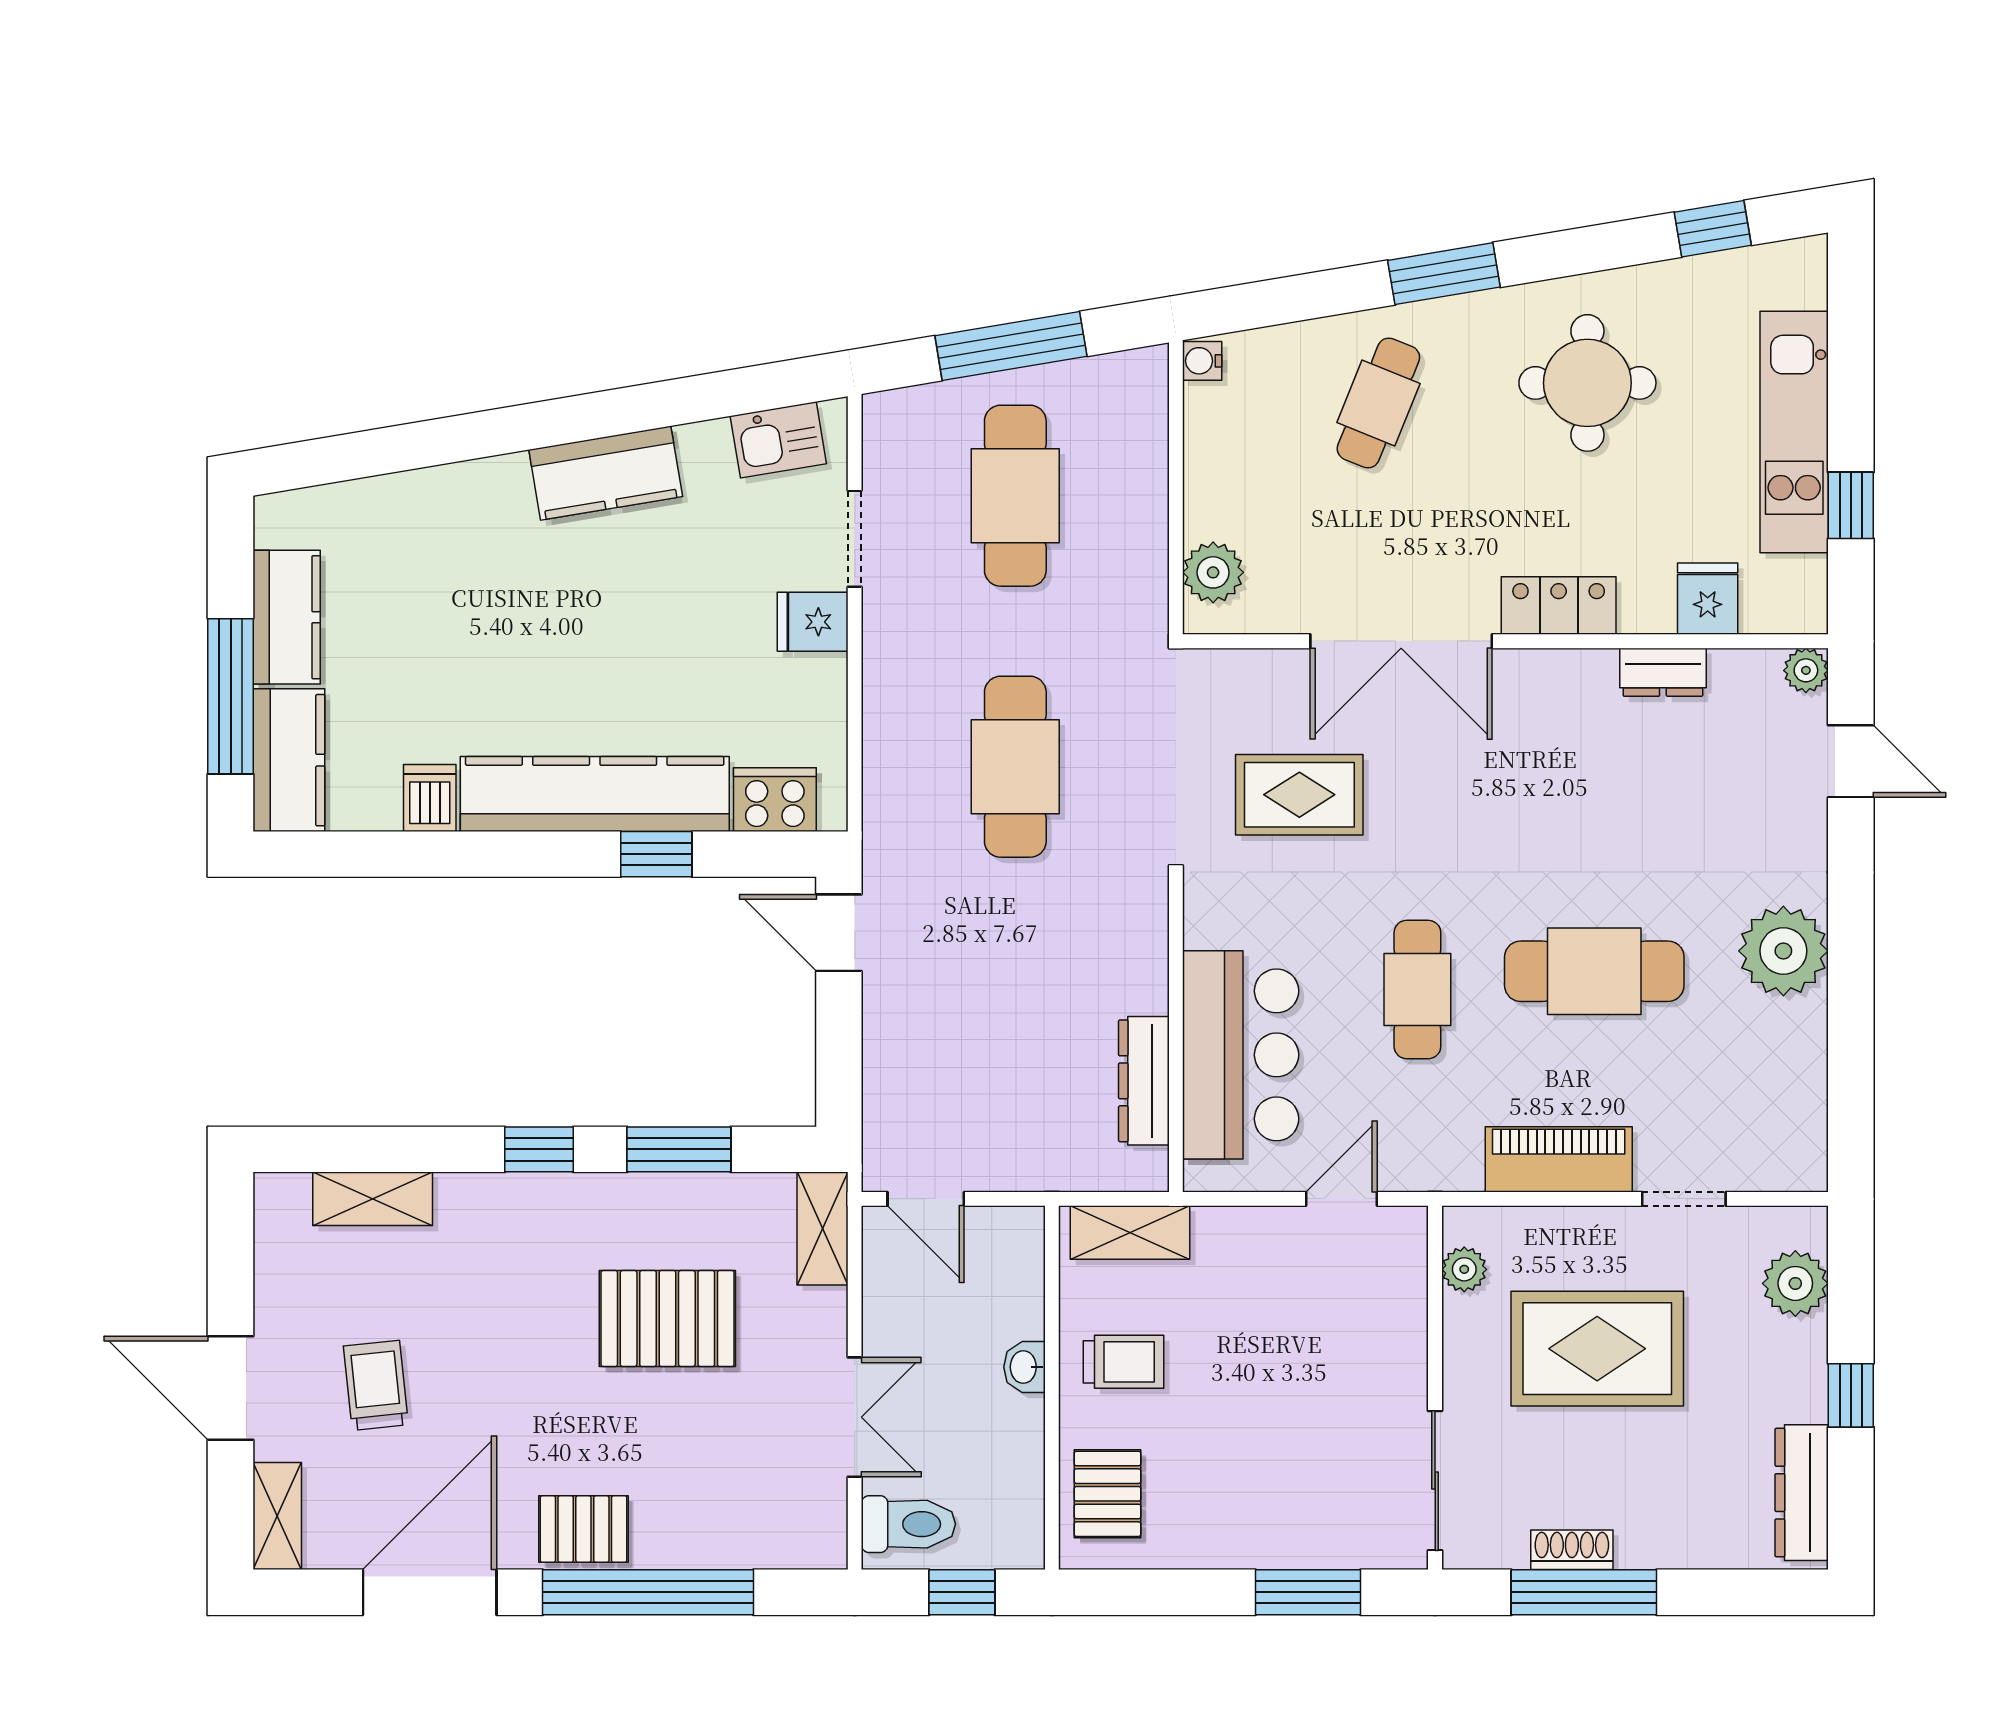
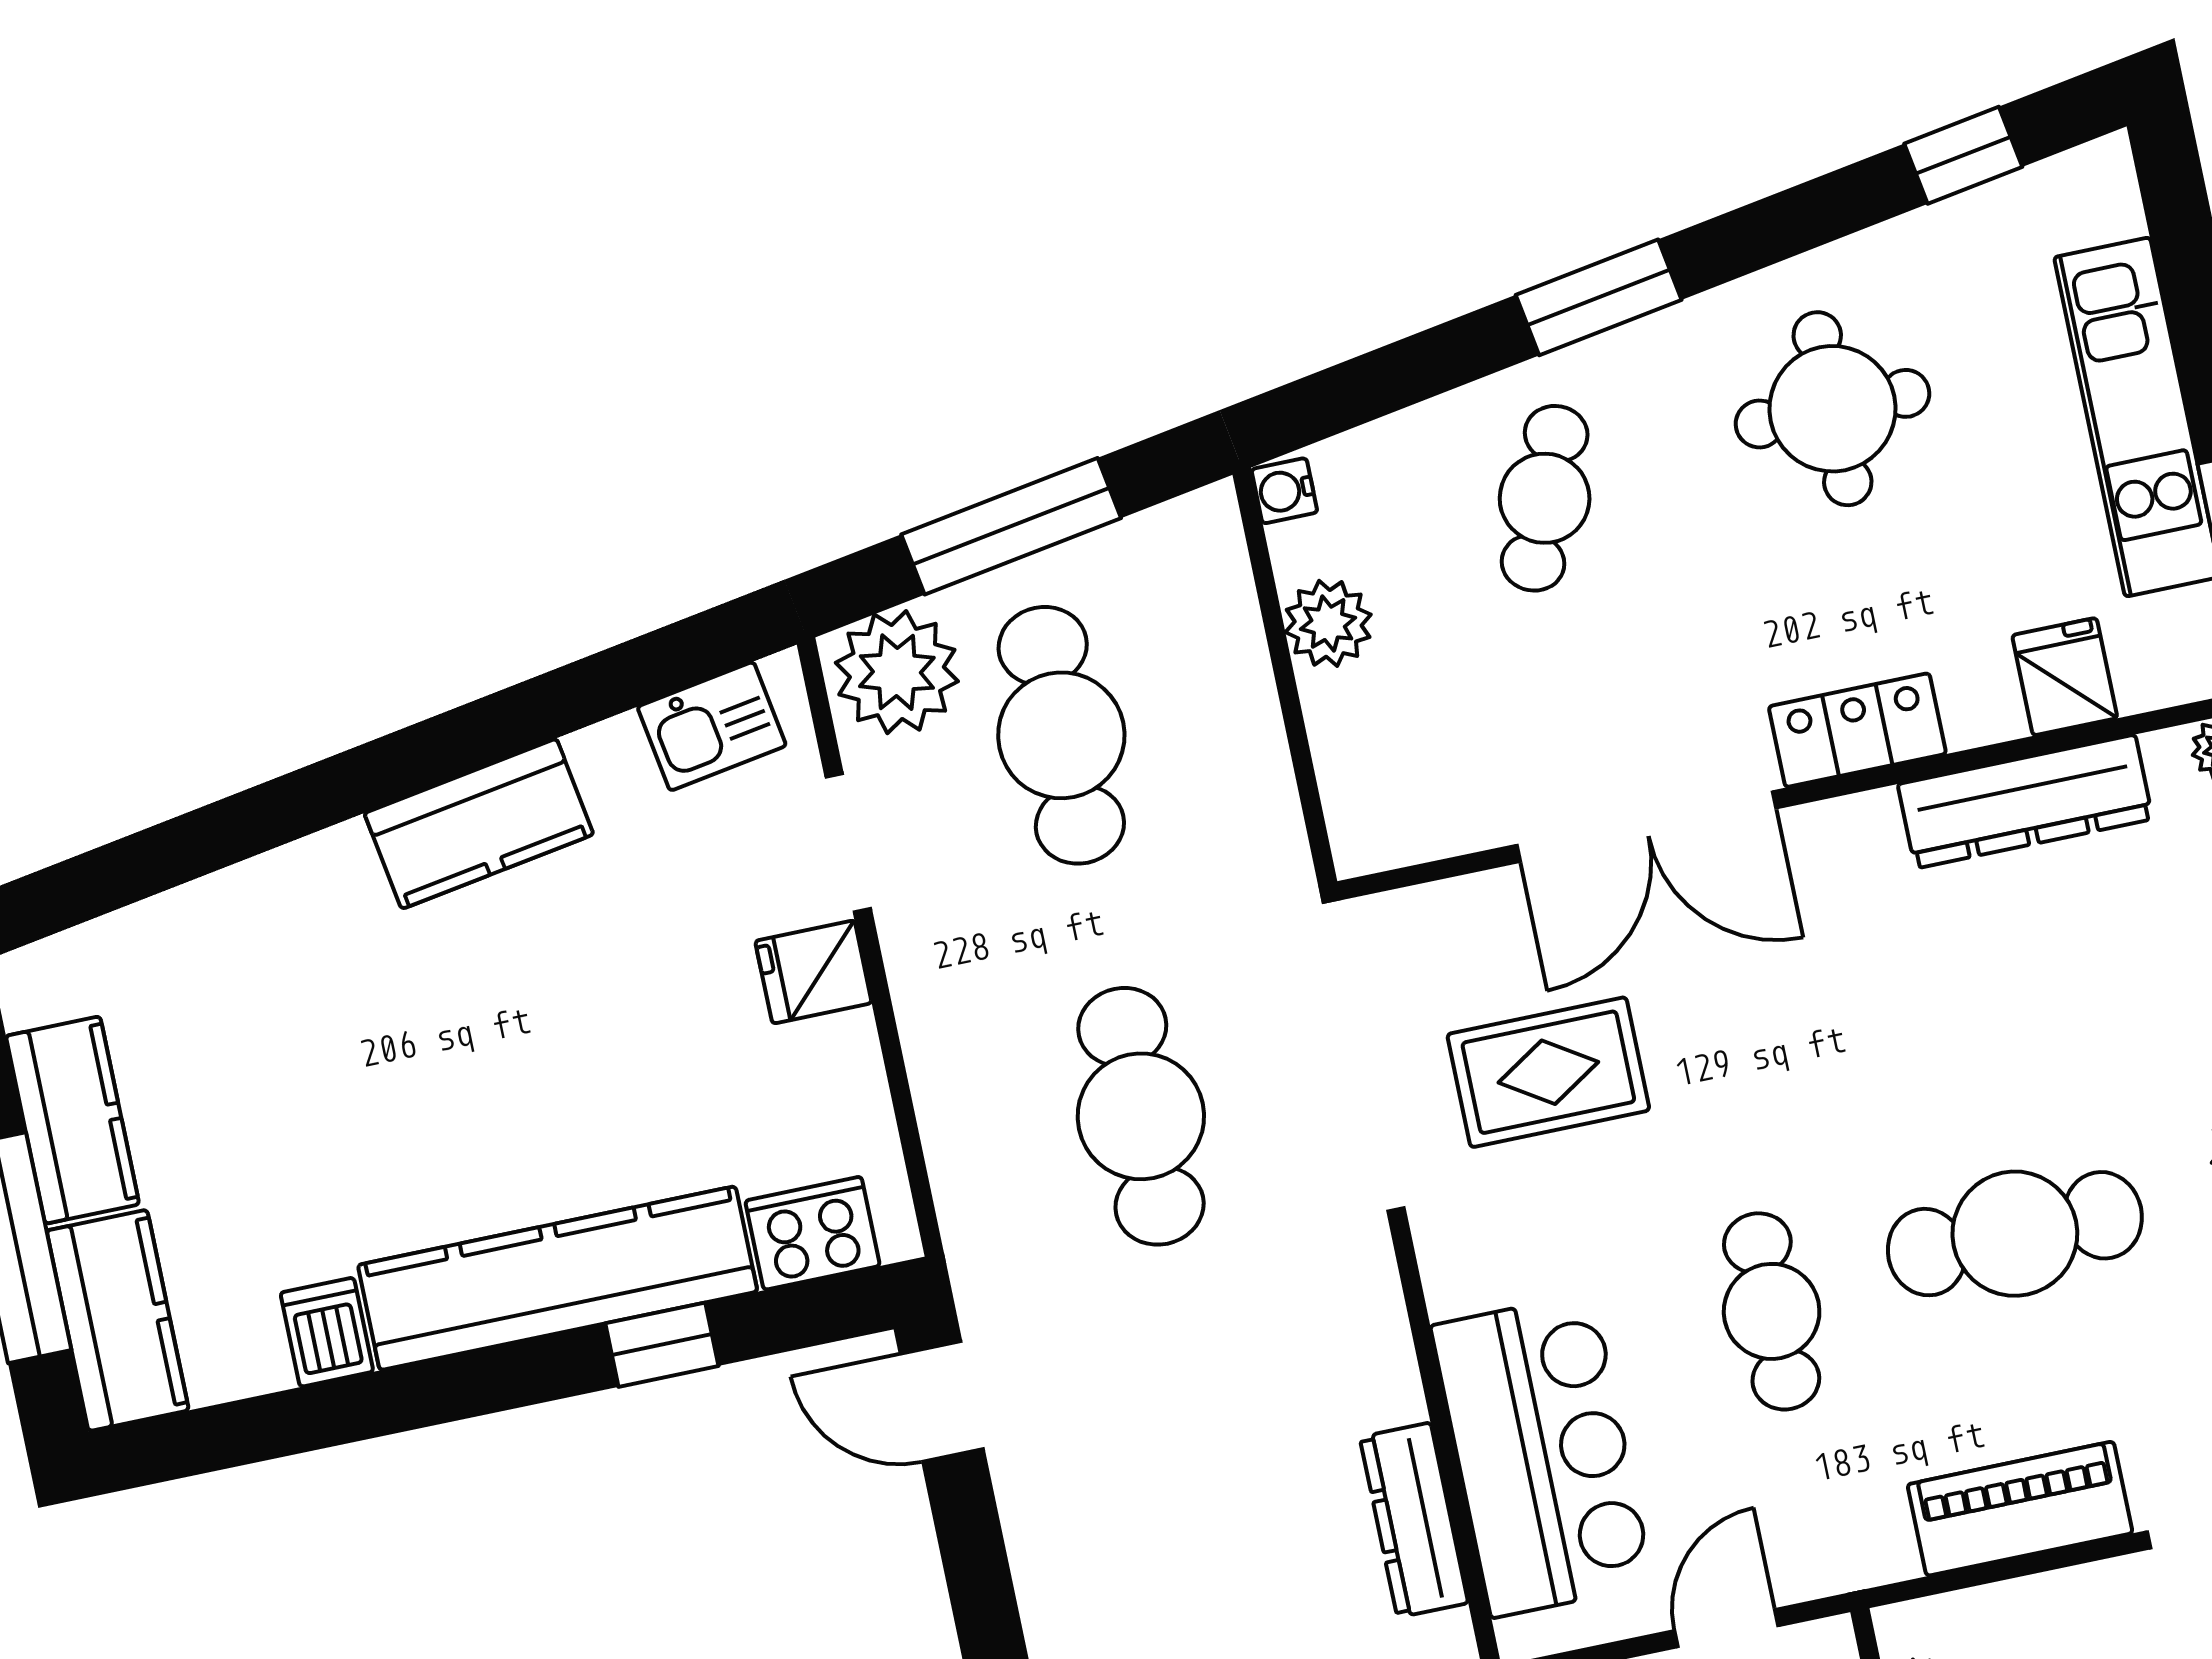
plant: (912, 429) -> (897, 672), added
plant: (1213, 572) -> (1328, 623), moved
dresser: (1663, 672) -> (2025, 802), width x1.96, depth x1.24

